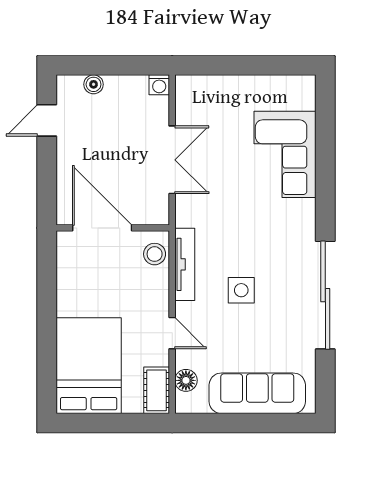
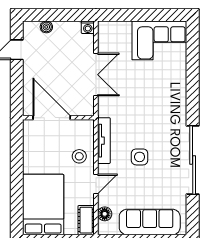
corner sofa: (285, 154) -> (159, 40), moved, turned -90
stool: (155, 254) -> (79, 156), moved
door: (172, 333) -> (96, 184), hinge flipped

